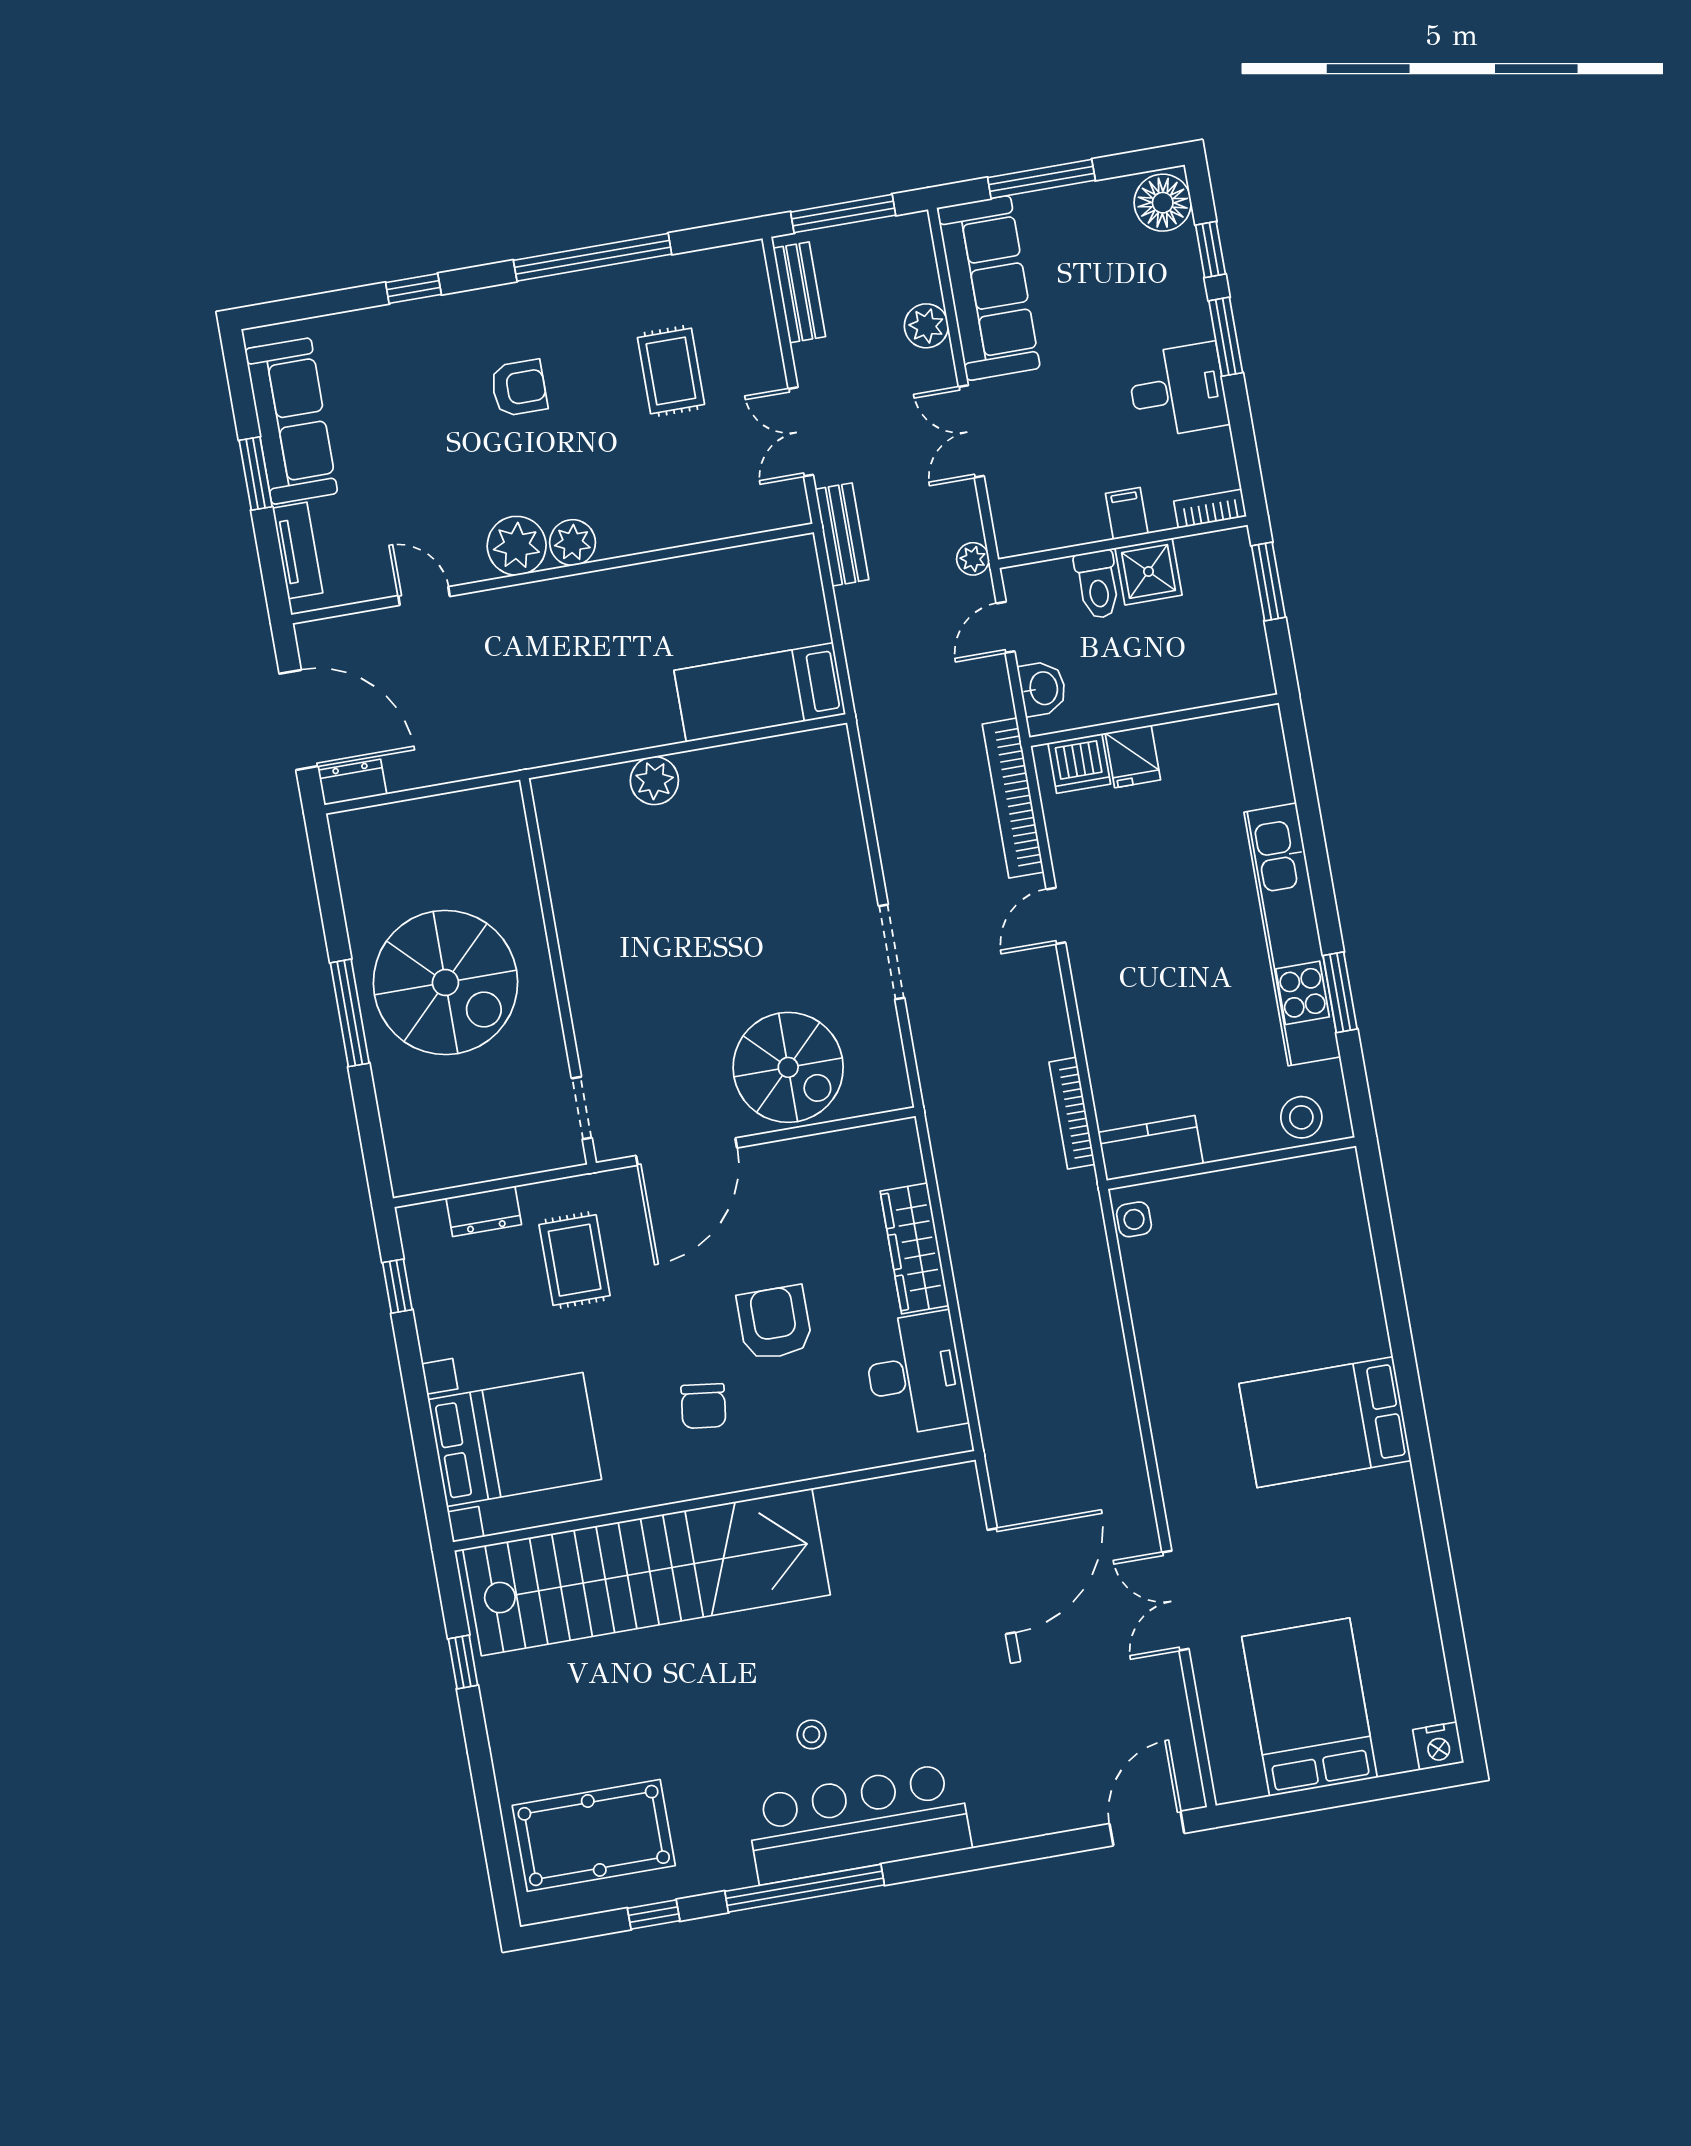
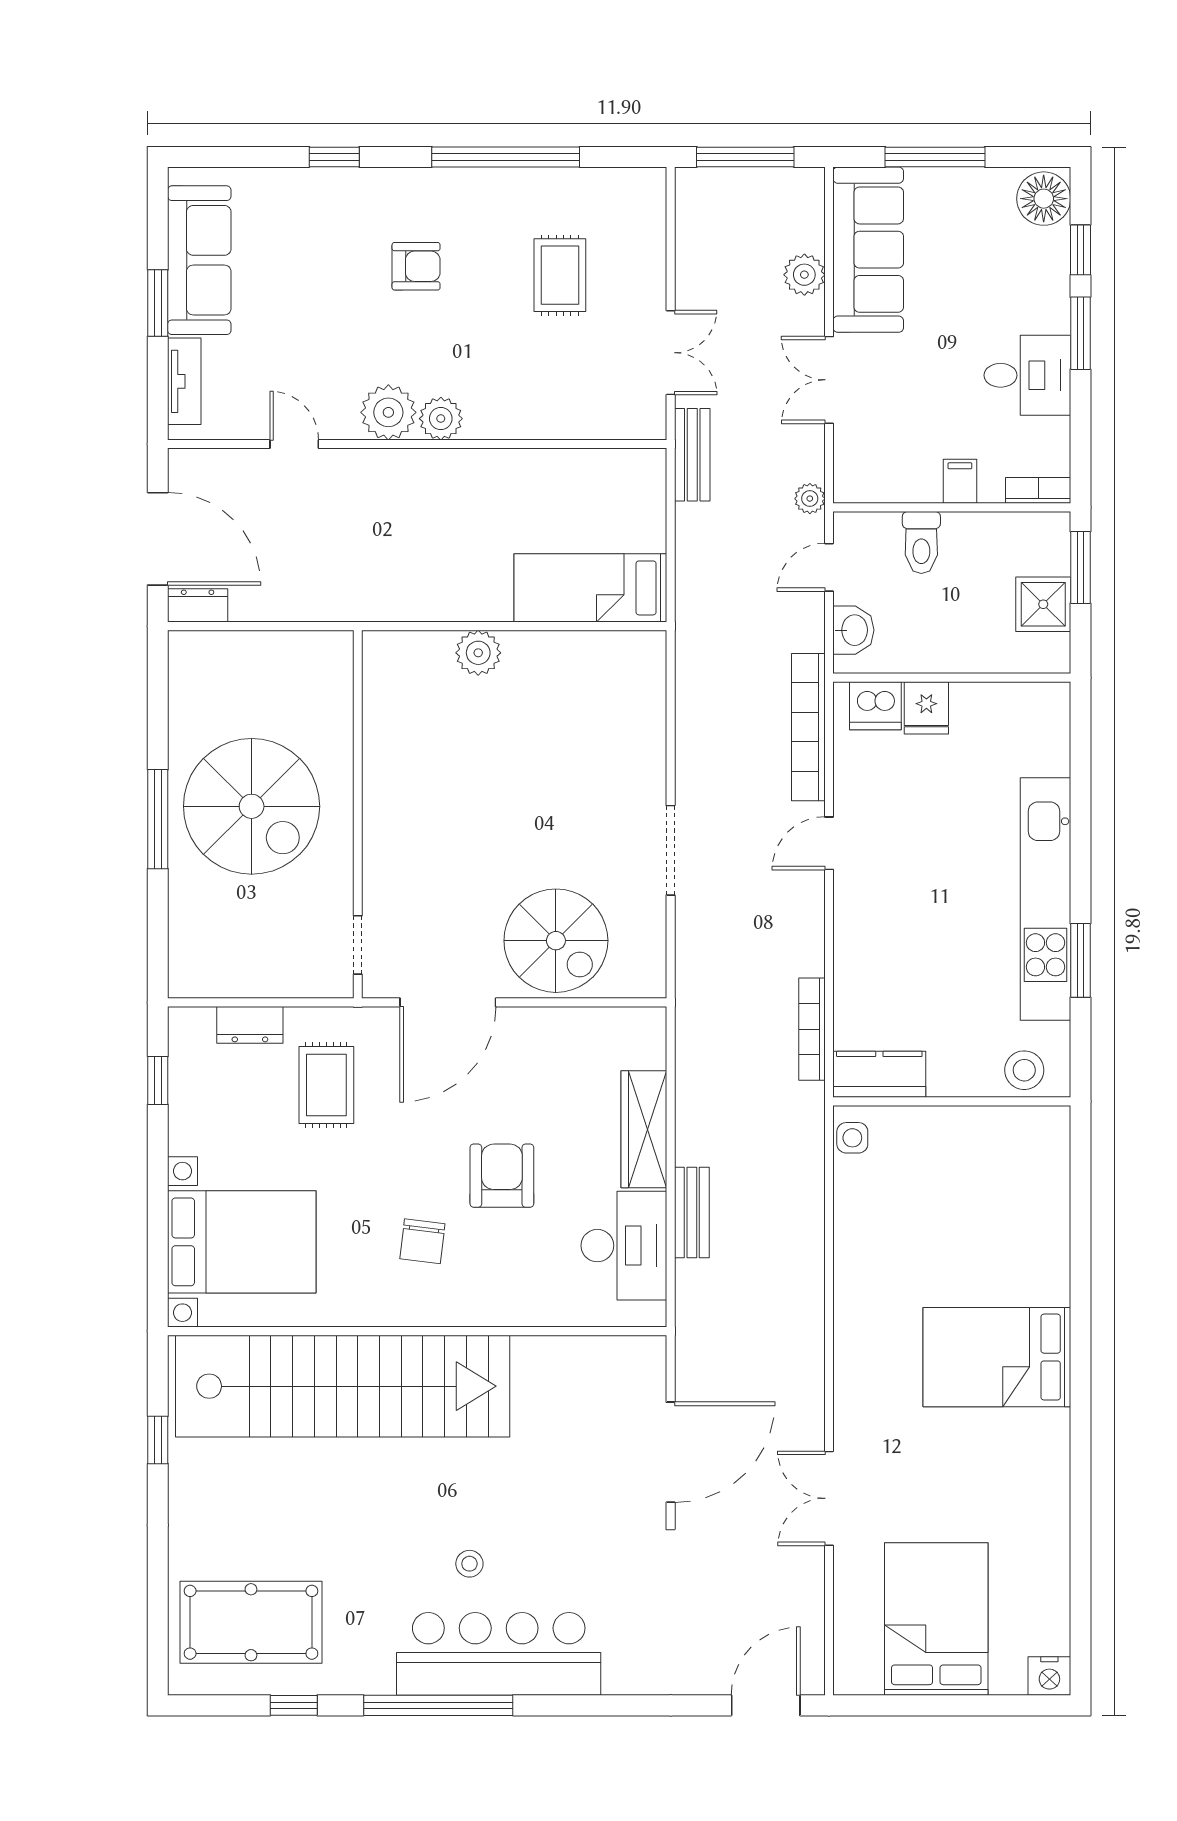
bench: (799, 292) -> (692, 1213), moved
double door: (801, 432) -> (671, 353), swing flipped
shower: (1149, 571) -> (1043, 604), moved

